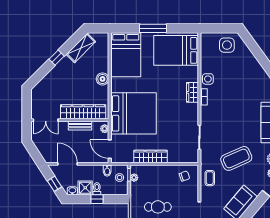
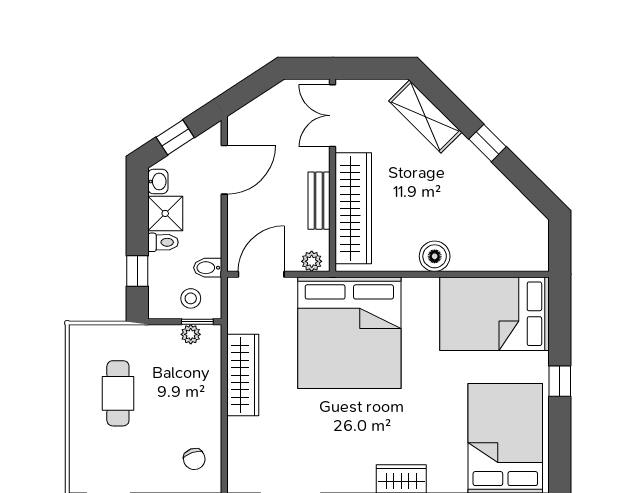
window: (153, 28) -> (560, 381), width x0.46
shelving: (81, 48) -> (425, 117), moved
window: (97, 199) -> (137, 271), moved

